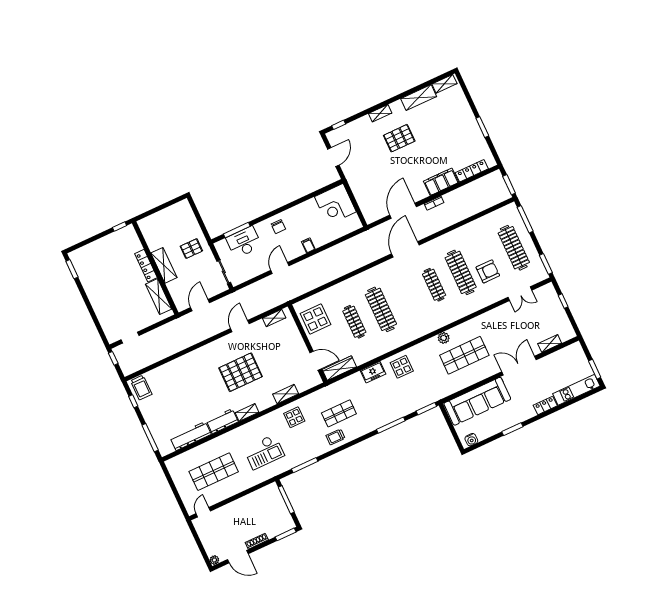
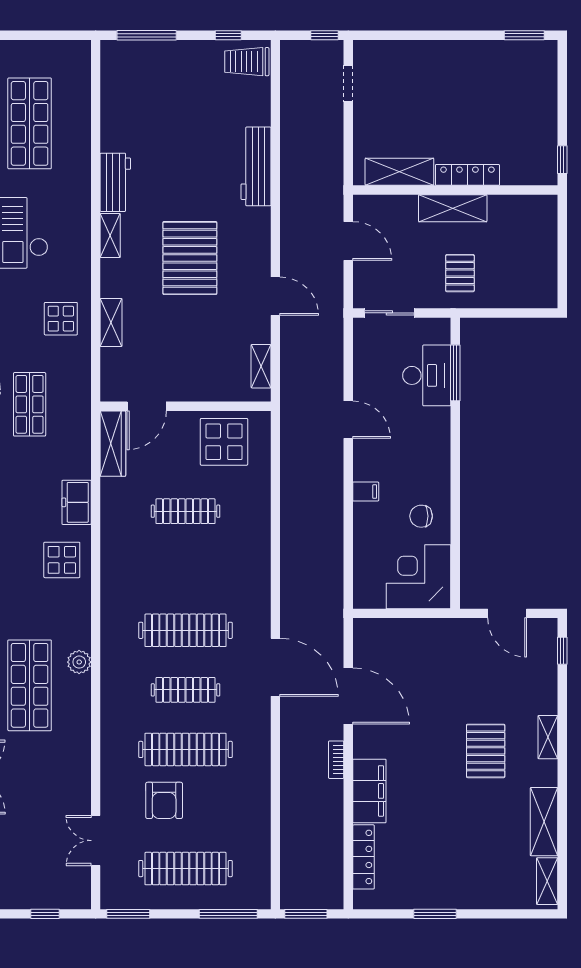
chair: (278, 227) -> (421, 516), moved
clothes rail: (381, 309) -> (186, 630), moved
workbench: (191, 436) -> (256, 166), moved, turned 180

